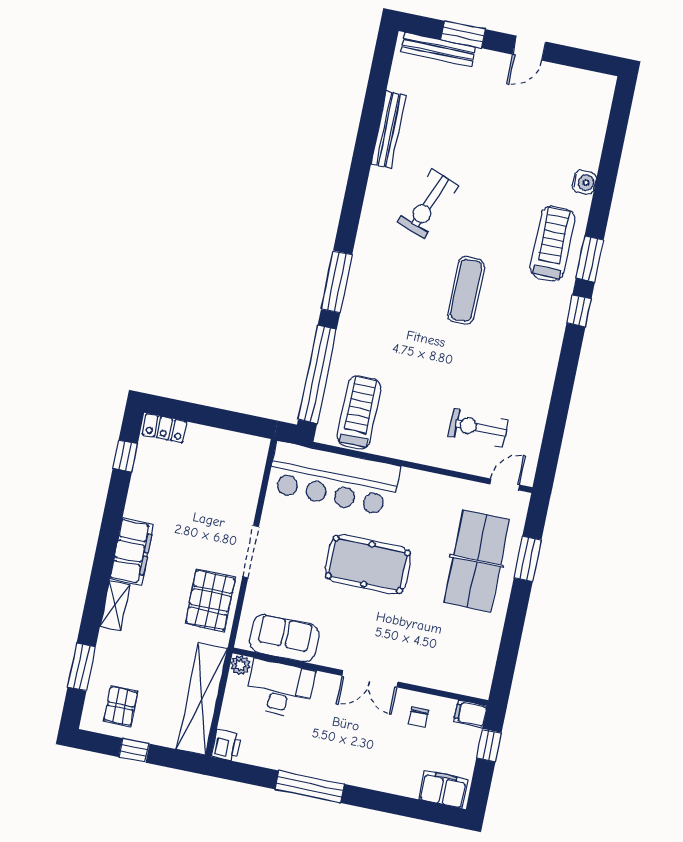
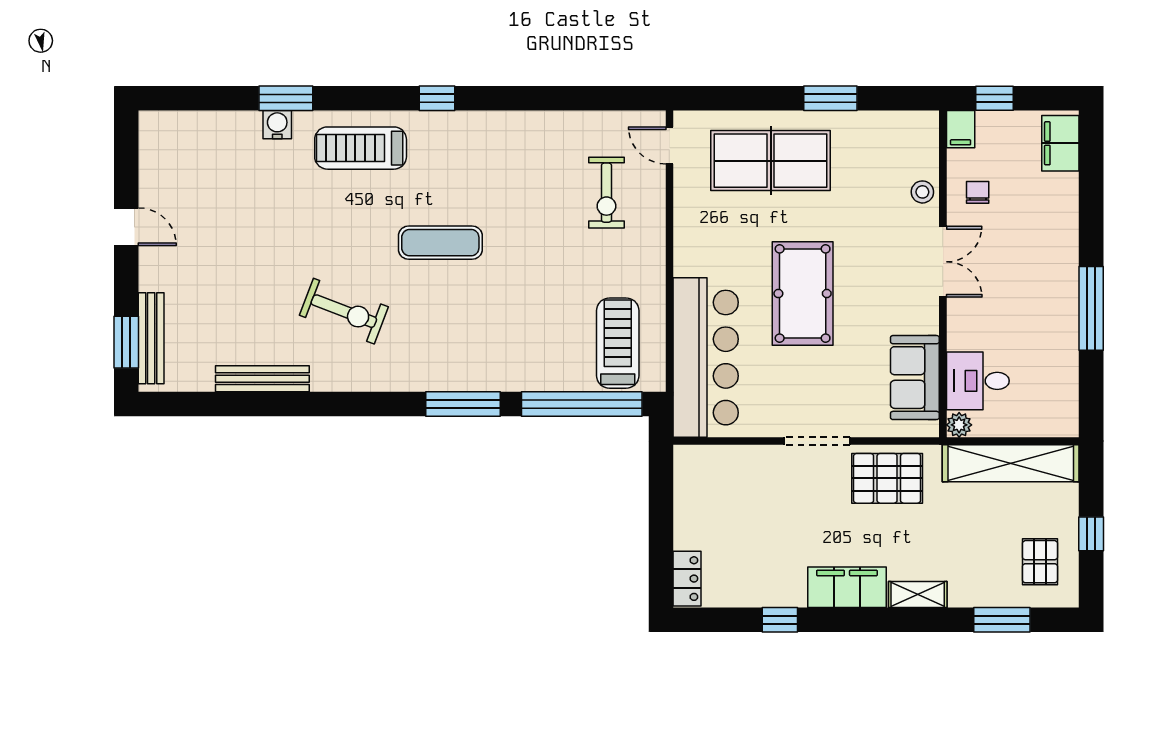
window: (463, 34) -> (126, 342), moved
window: (590, 259) -> (286, 98), moved
treadmill: (359, 412) -> (618, 343), turned 90
window: (125, 456) -> (780, 620), moved
window: (528, 559) -> (830, 98), moved
stool: (428, 674) -> (922, 192), added
desk: (280, 688) -> (978, 381), width x0.73
pallet: (121, 706) -> (1040, 562), turned 90
chair: (418, 717) -> (978, 192), turned -90
printer: (226, 745) -> (1062, 422), removed

